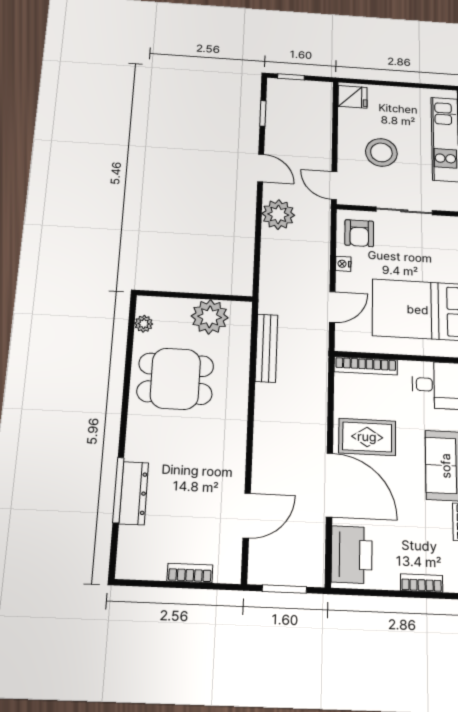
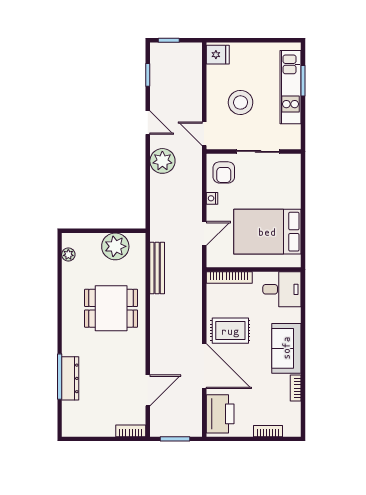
dining table: (175, 379) -> (111, 308), moved
bookcase: (190, 573) -> (131, 431), moved

